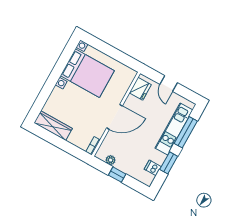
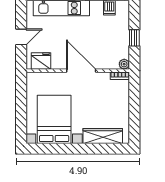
wardrobe: (53, 126) -> (103, 136), moved, turned 90
plant: (111, 160) -> (124, 64), moved

